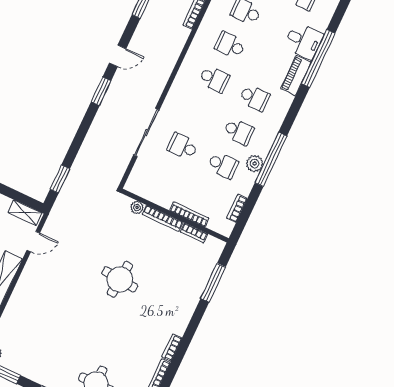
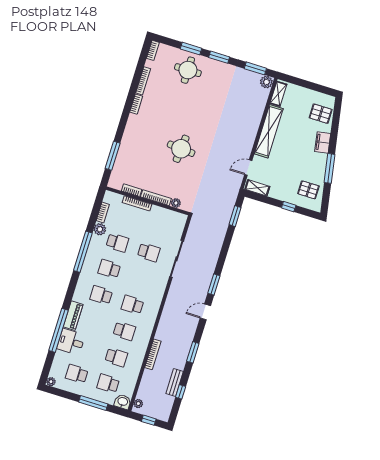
plant: (255, 164) -> (100, 229), moved
school desk: (223, 165) -> (117, 243), turned 180

